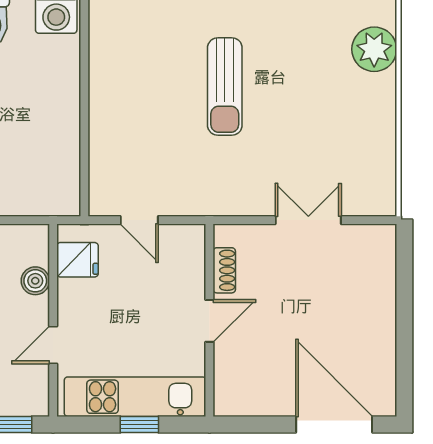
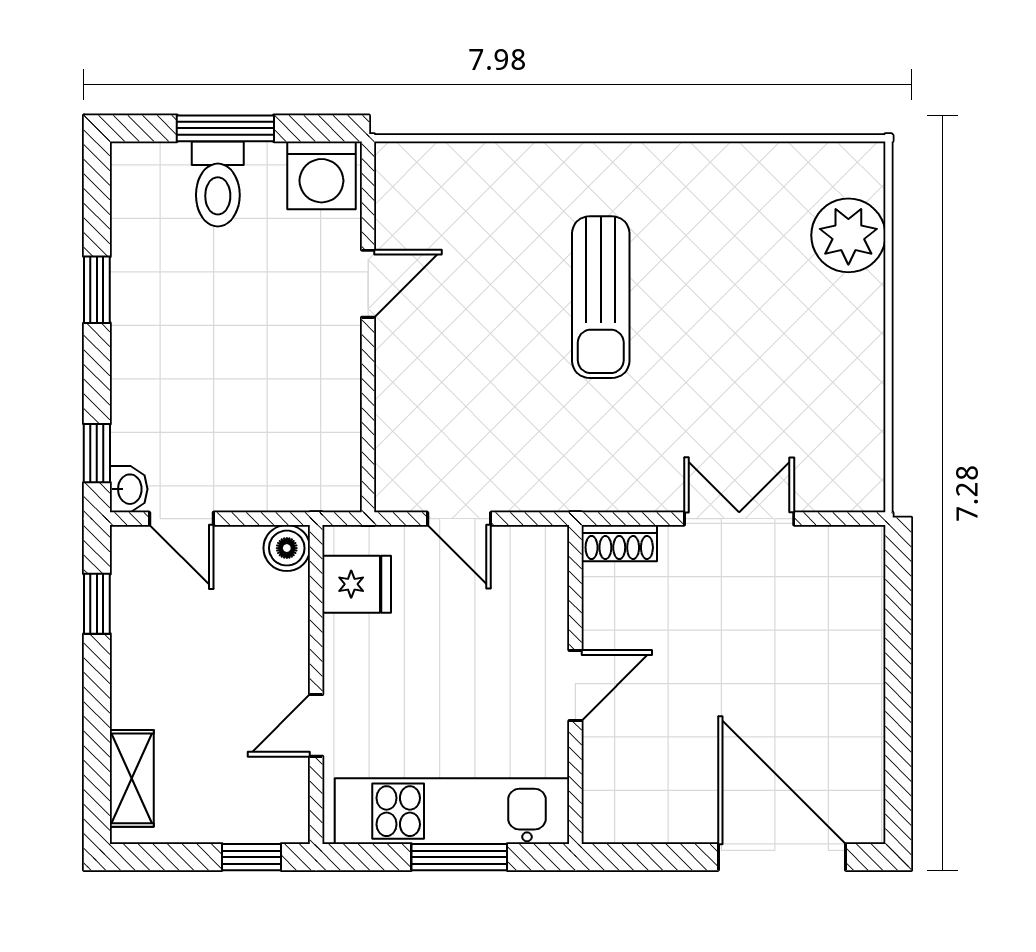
door: (84, 78) -> (368, 284), added
shoe rack: (224, 270) -> (619, 543), moved, turned 90
boiler: (35, 281) -> (287, 548), moved
window: (139, 424) -> (459, 857), width x1.50

